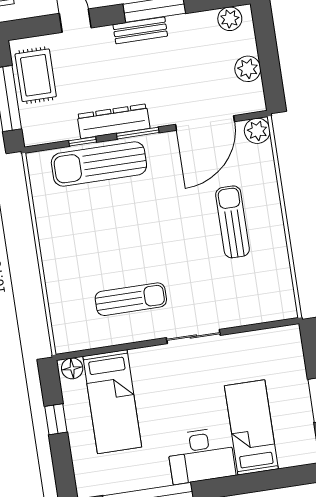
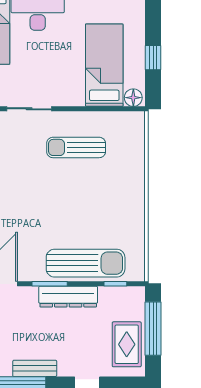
window: (83, 141) -> (115, 284), moved

